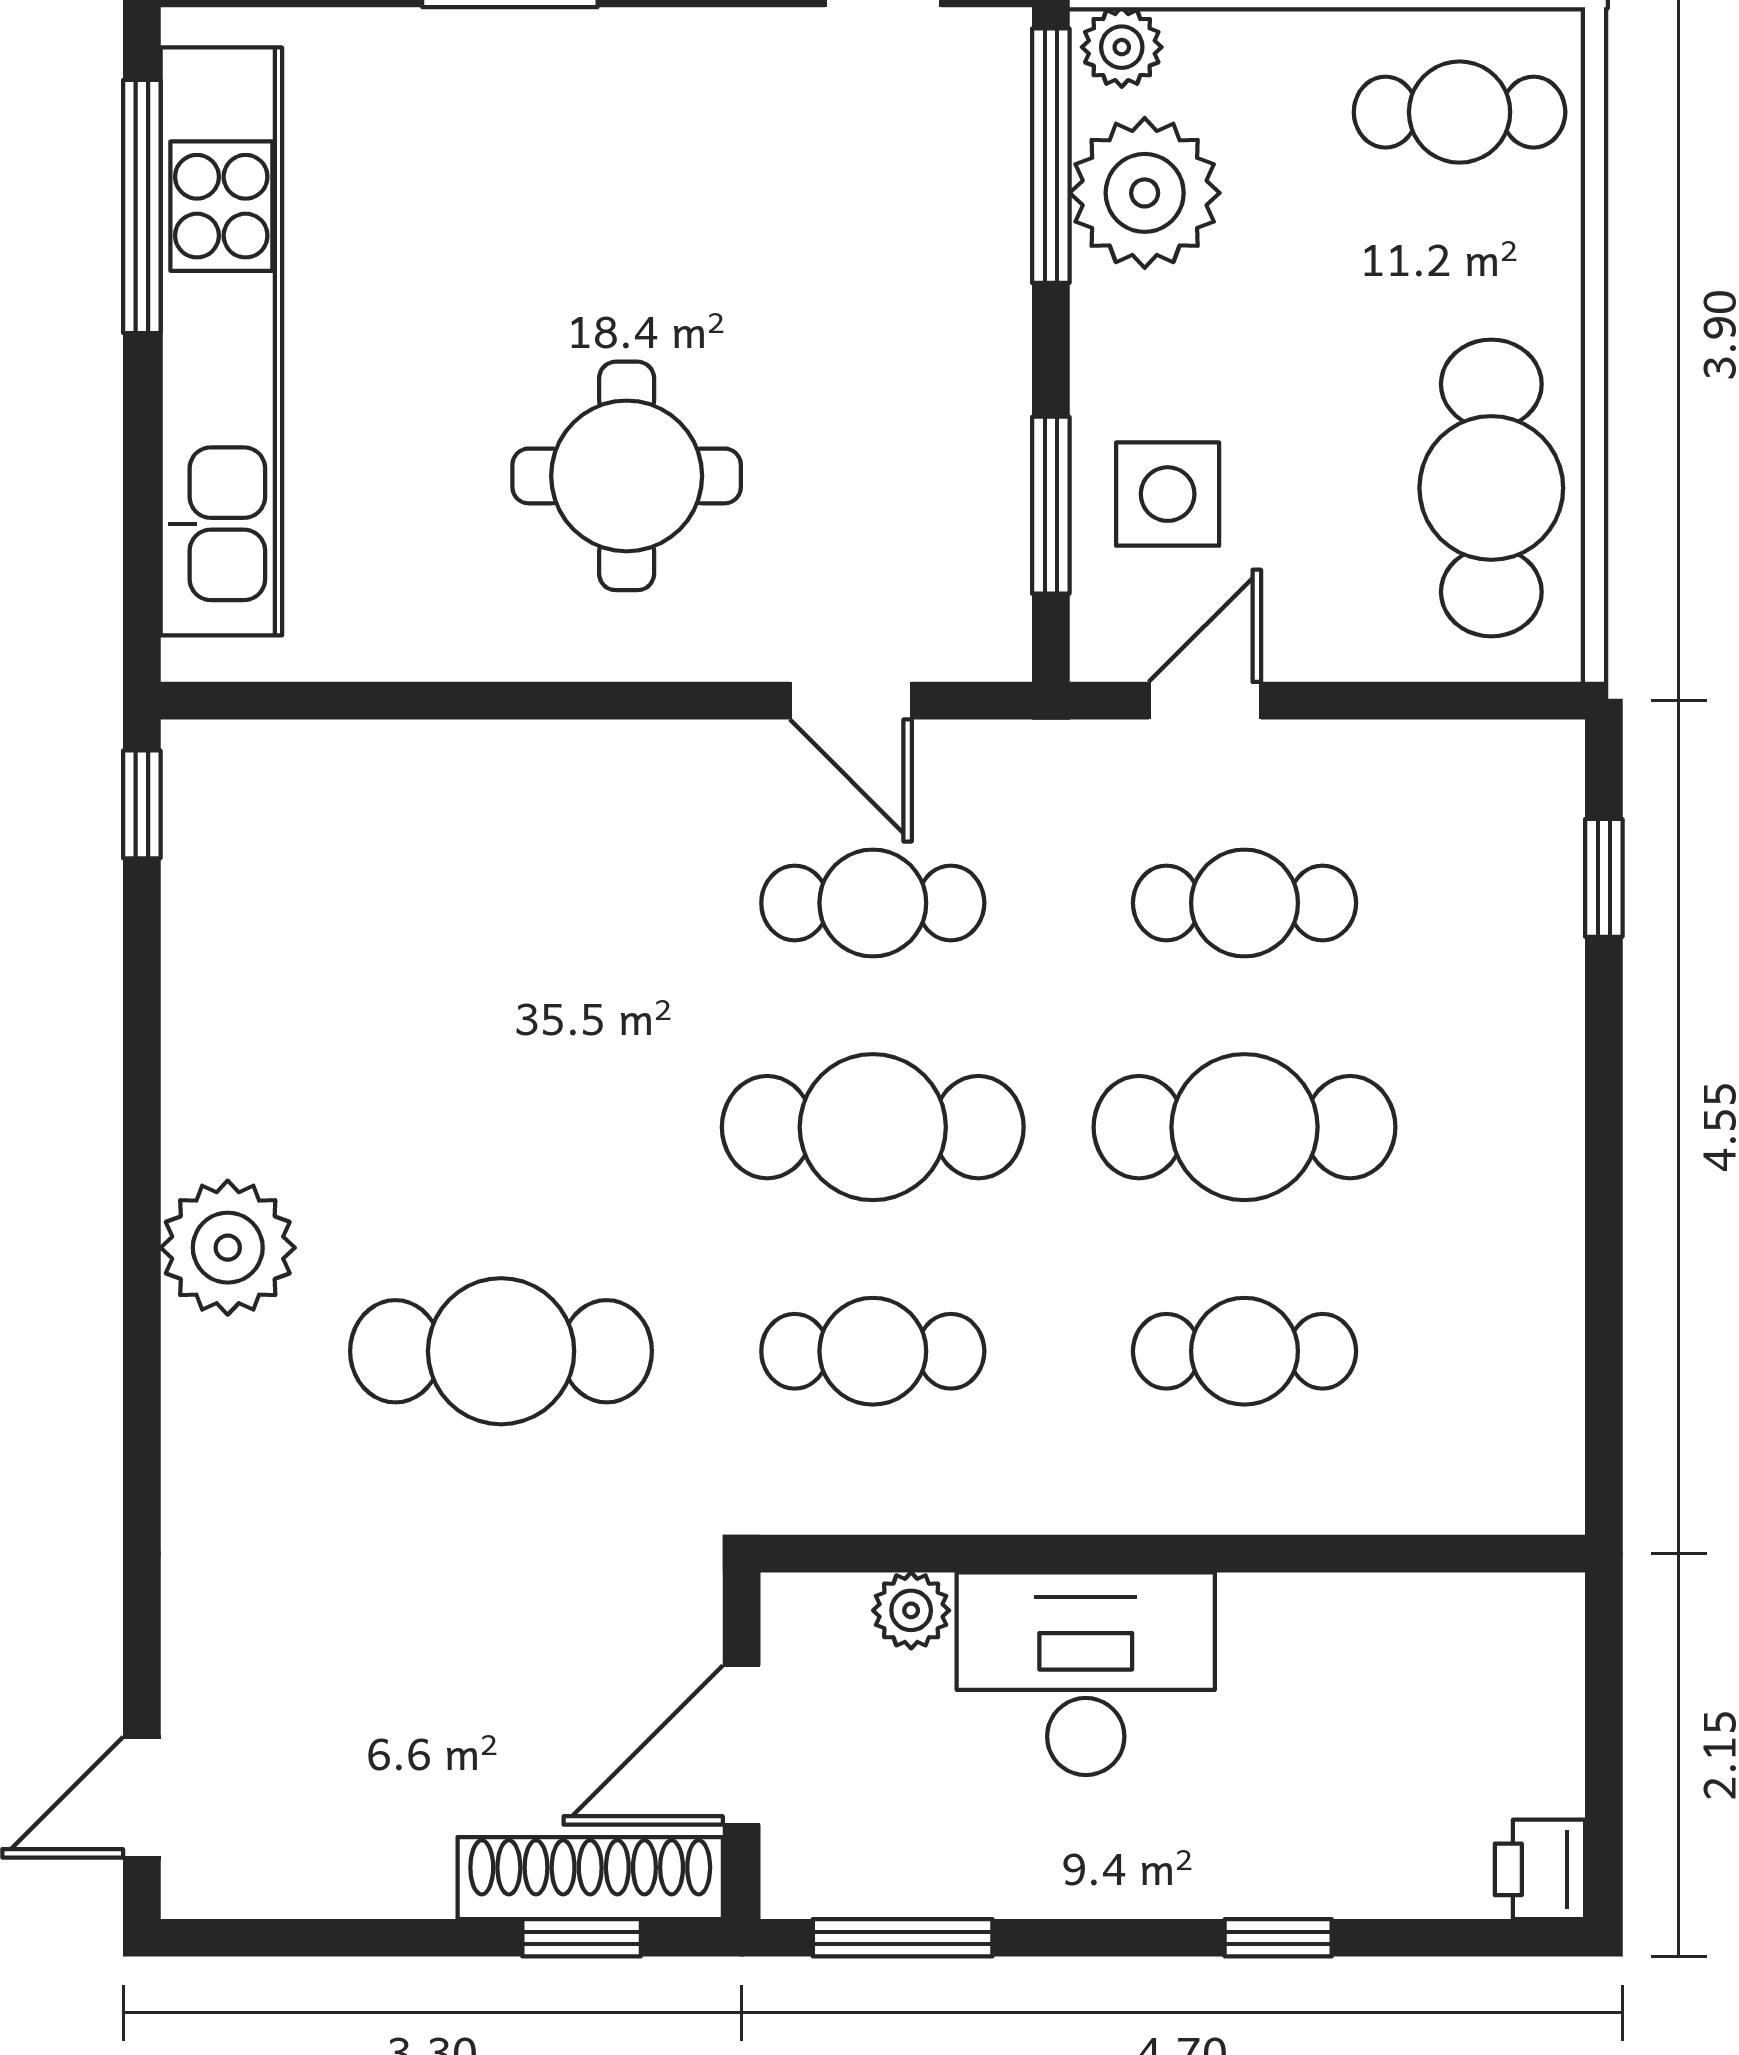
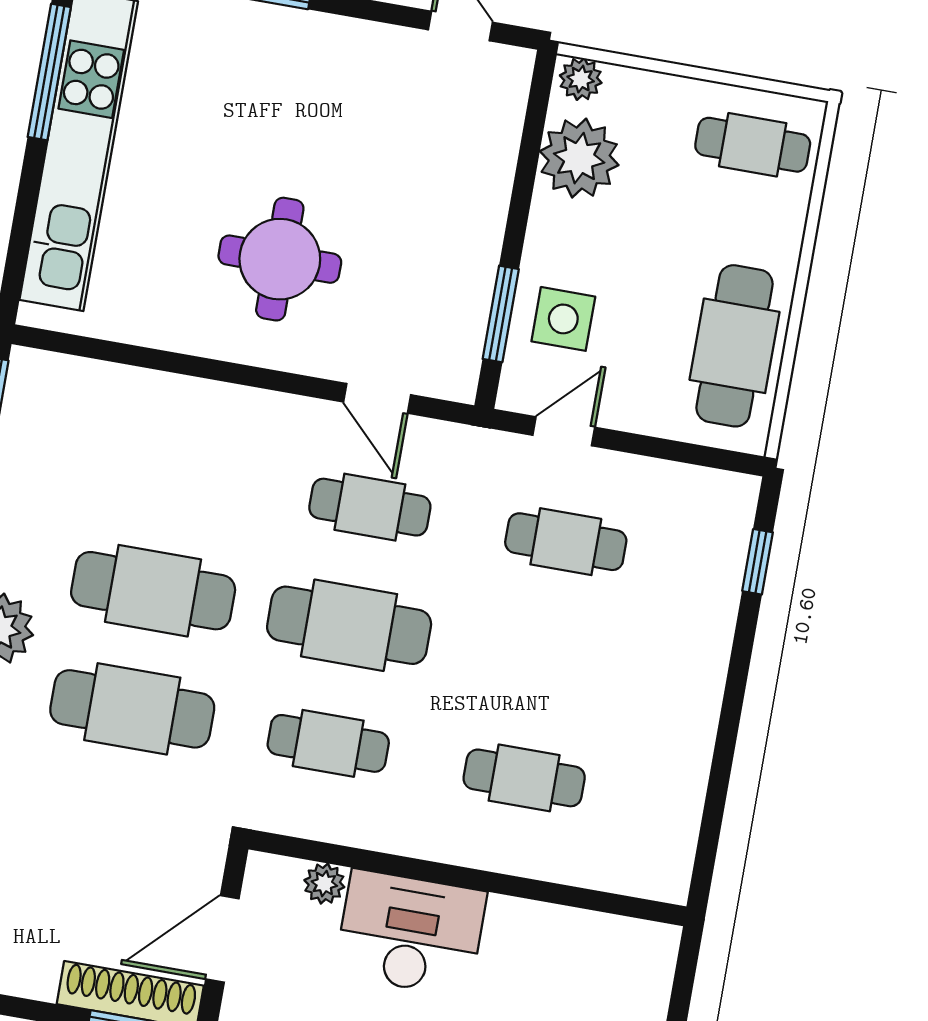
window: (1051, 156) -> (533, 130), removed
cafe table: (1244, 1127) -> (153, 591), moved

